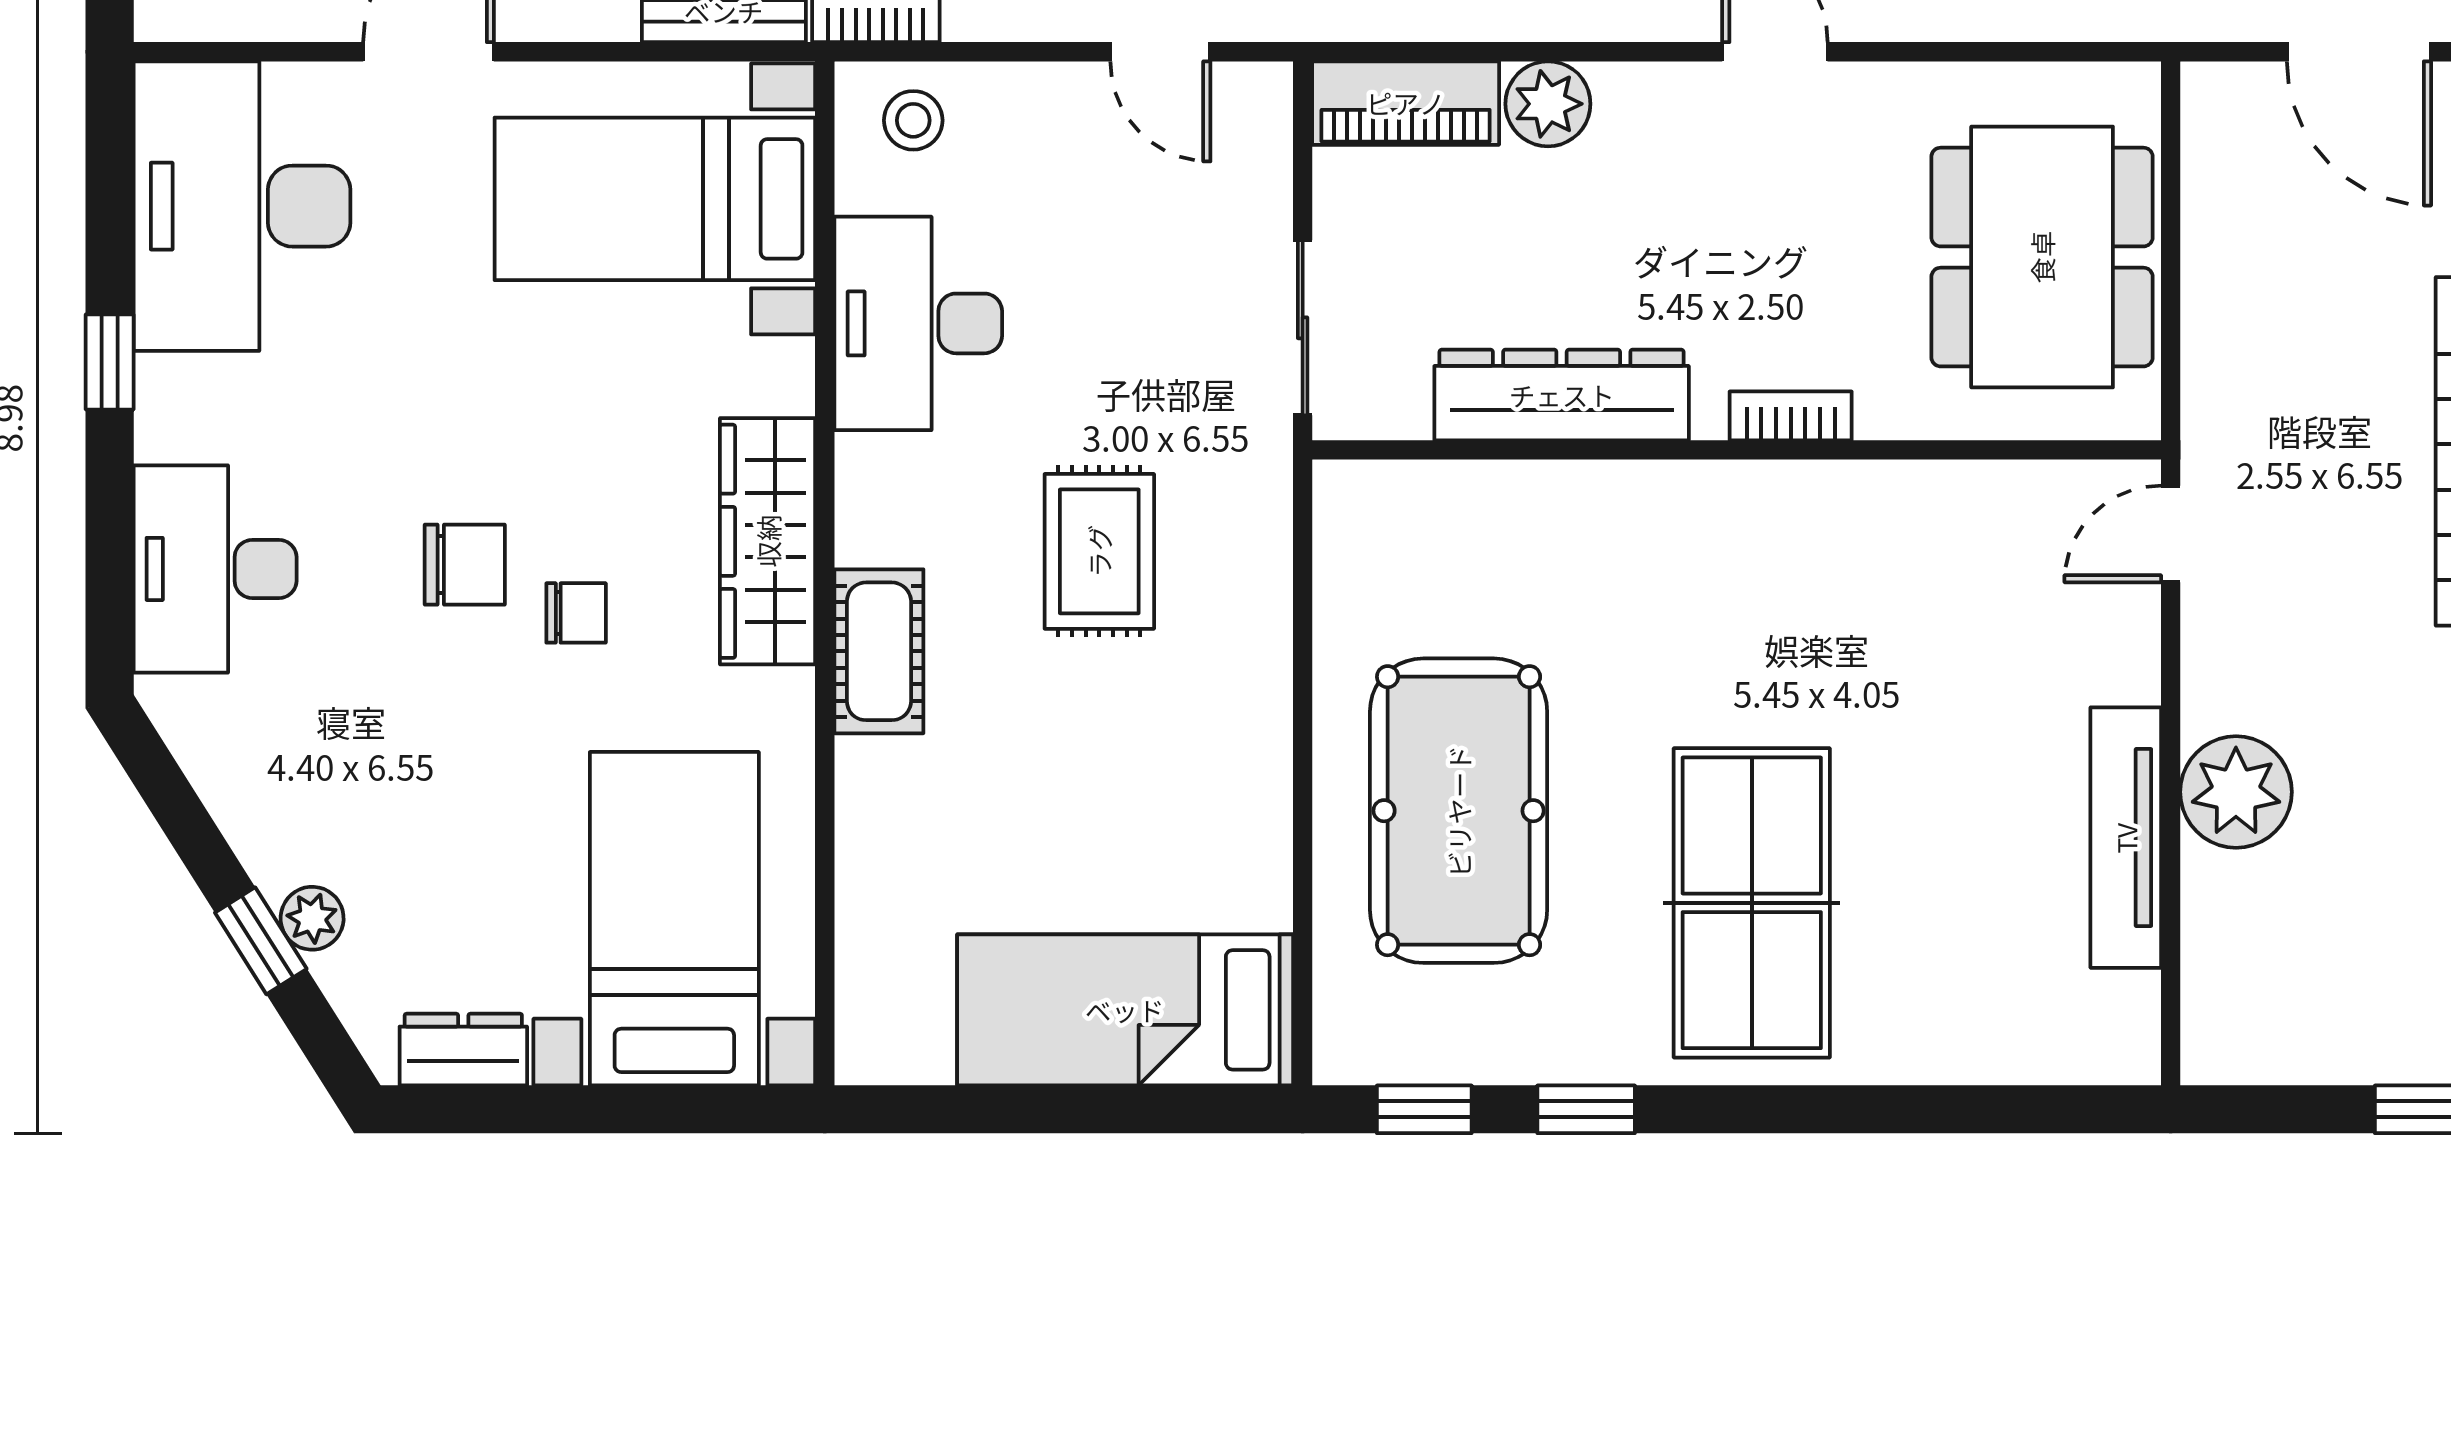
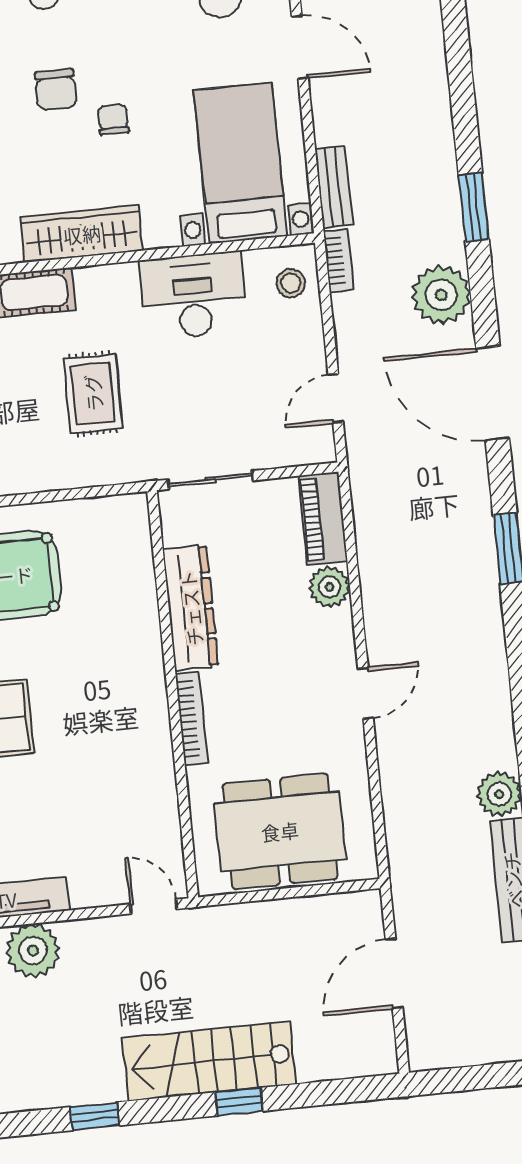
bookcase: (1791, 416) -> (192, 718), width x1.56
rug: (1099, 551) -> (93, 393), turned 90
chair: (576, 613) -> (113, 120), moved, turned 180

